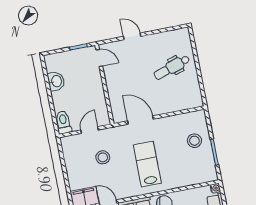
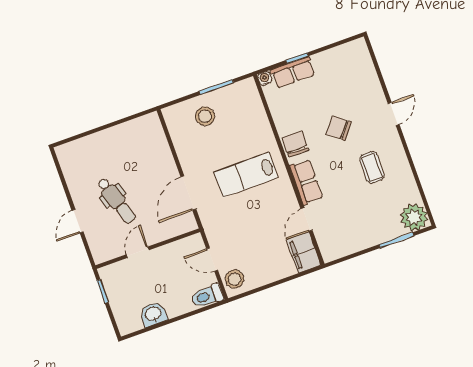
door: (99, 58) -> (138, 252), moved
dental chair: (172, 67) -> (116, 201), moved
stool: (103, 157) -> (235, 279), moved

